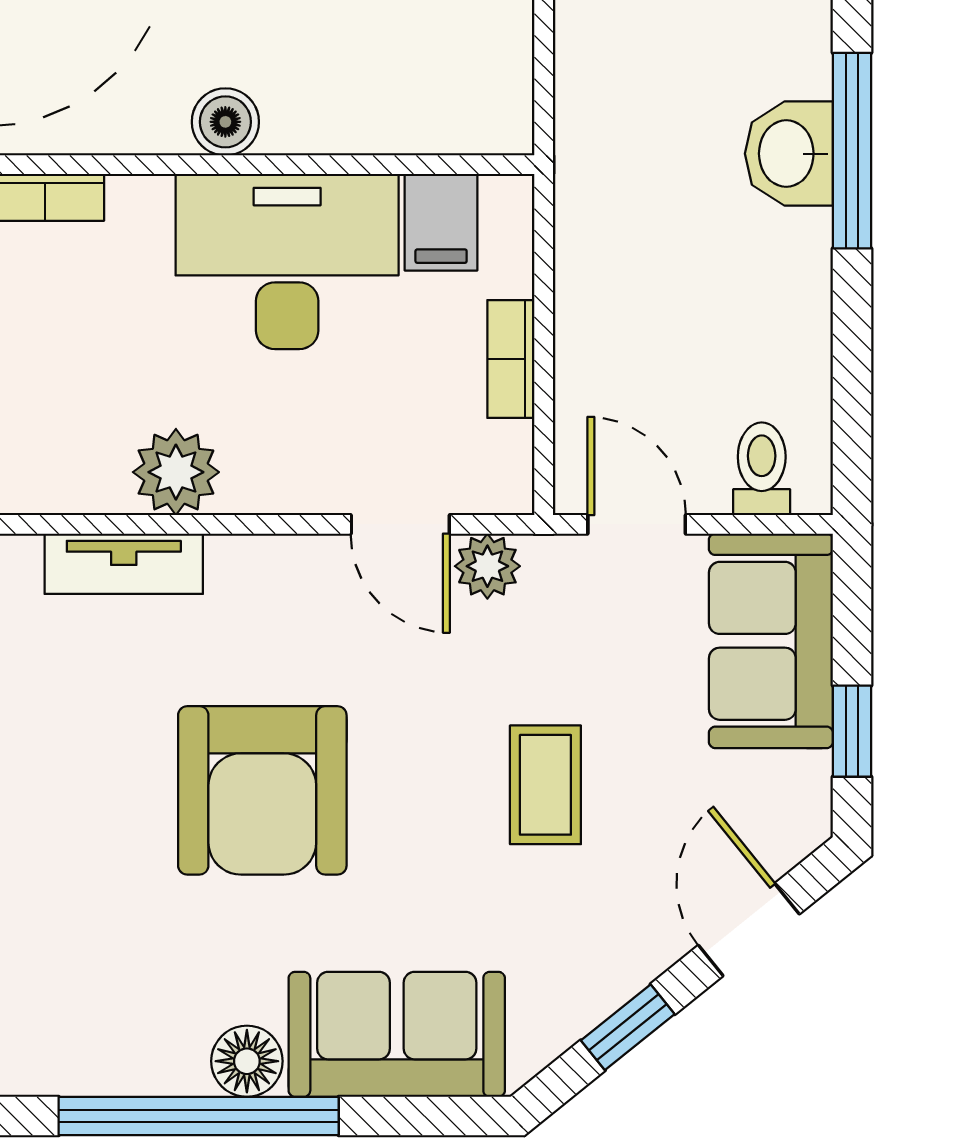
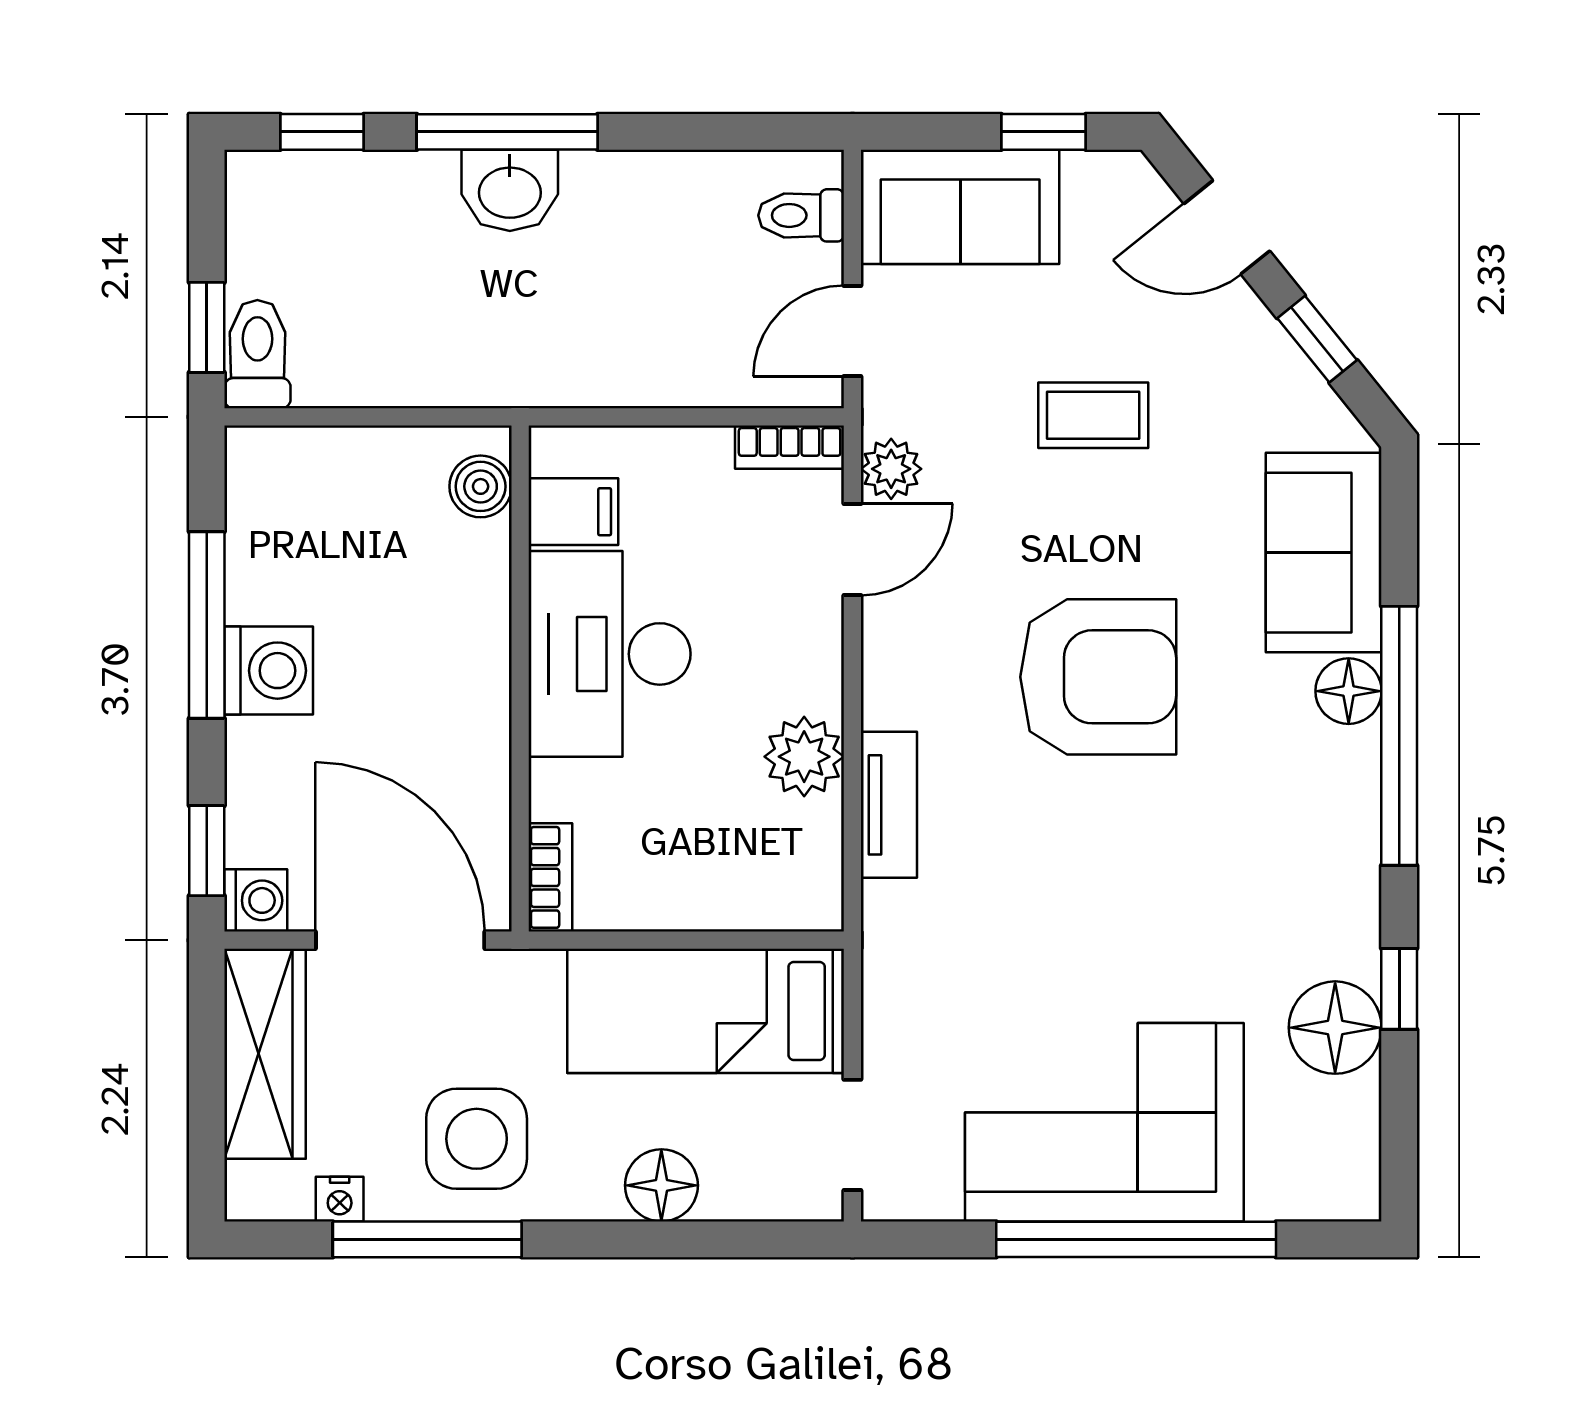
boiler: (225, 122) -> (481, 486), moved
bookcase: (511, 359) -> (790, 447), moved

